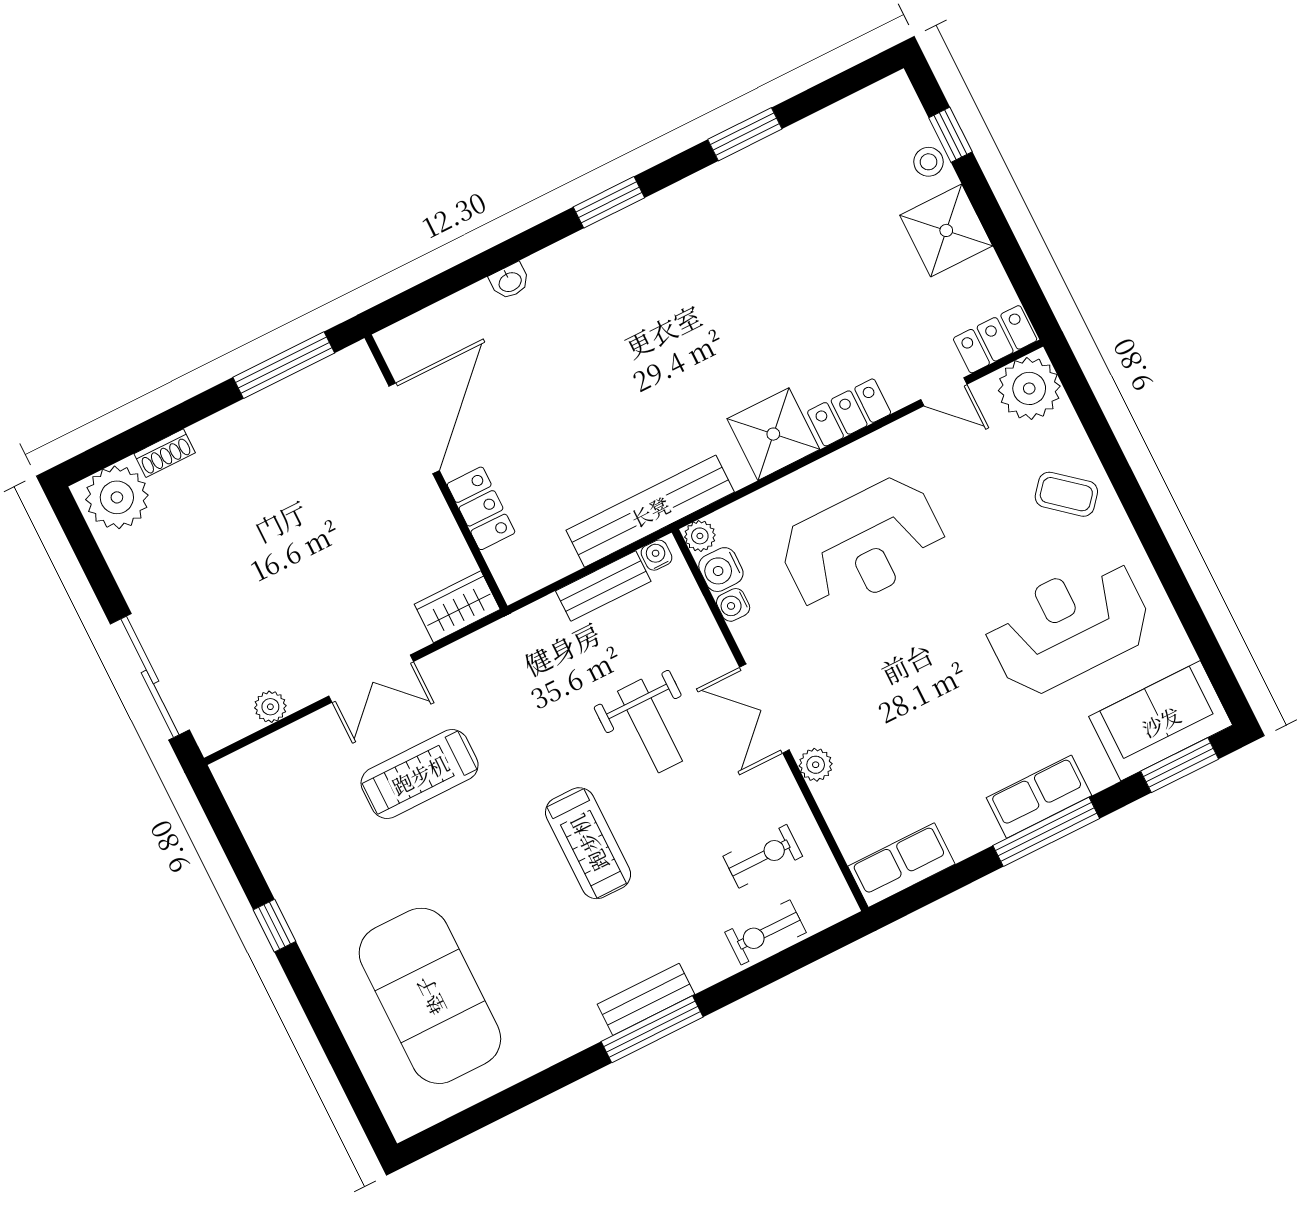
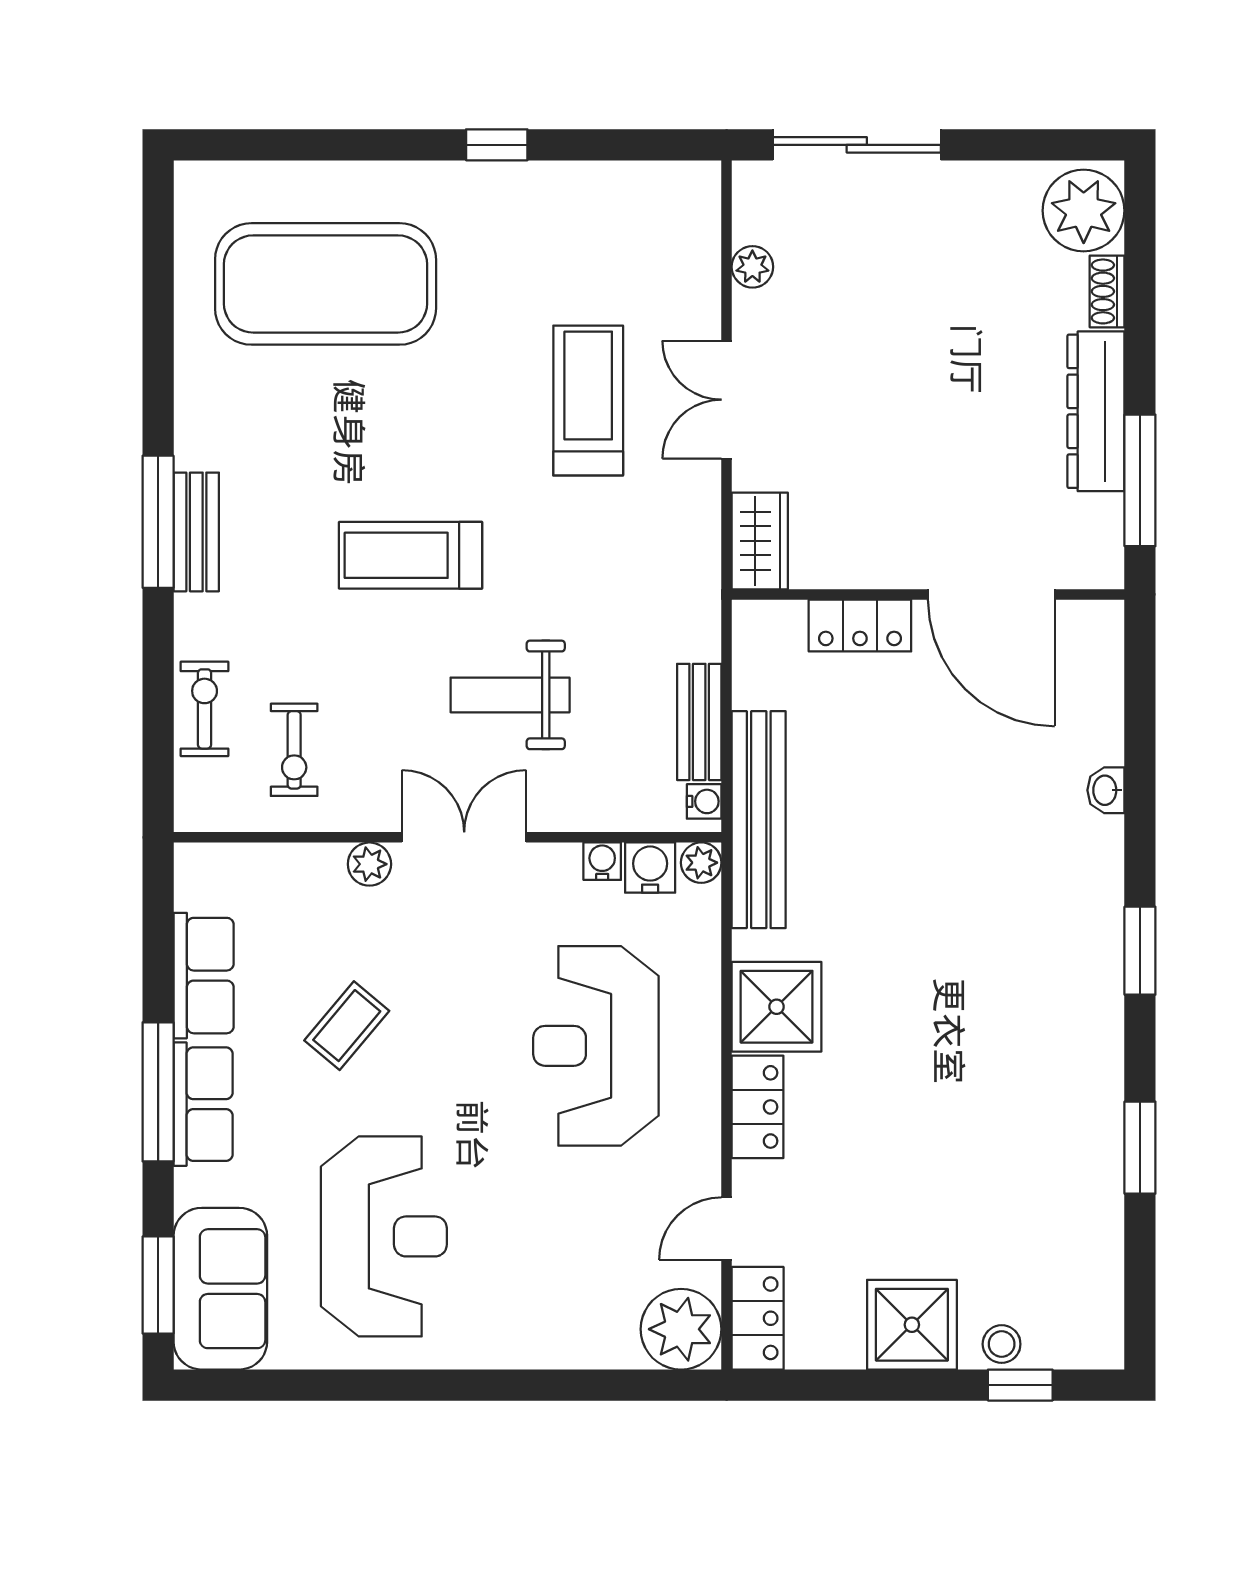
dresser: (251, 419) -> (1096, 411), added
coffee table: (1066, 494) -> (347, 1026), moved
row of seats: (901, 865) -> (204, 976), moved

